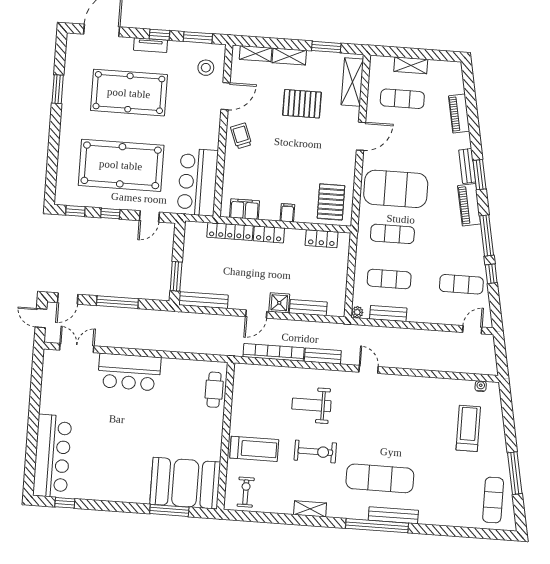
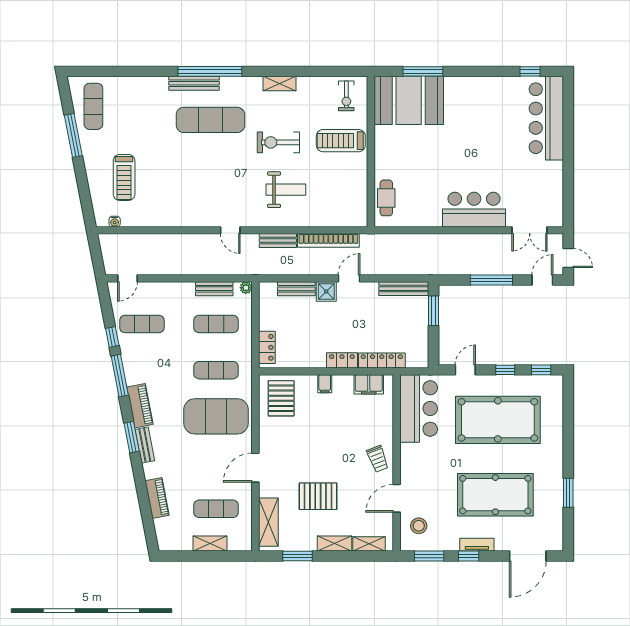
locker: (322, 239) -> (267, 347), moved, turned 90

